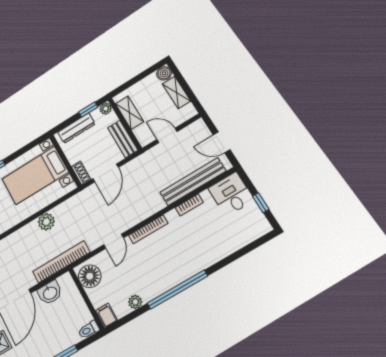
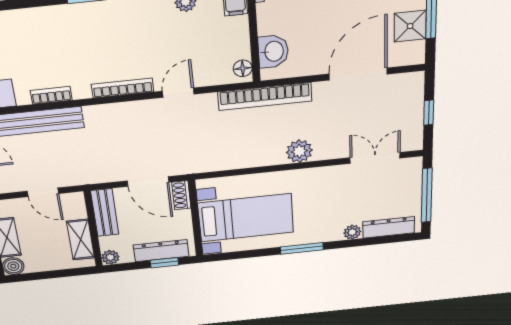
window: (88, 110) -> (164, 263), moved
door: (106, 173) -> (148, 181), swing flipped
plant: (46, 222) -> (299, 151), moved
floor lamp: (90, 276) -> (243, 68), width x0.53, depth x0.53
washbasin: (50, 293) -> (273, 51), moved, turned 90

